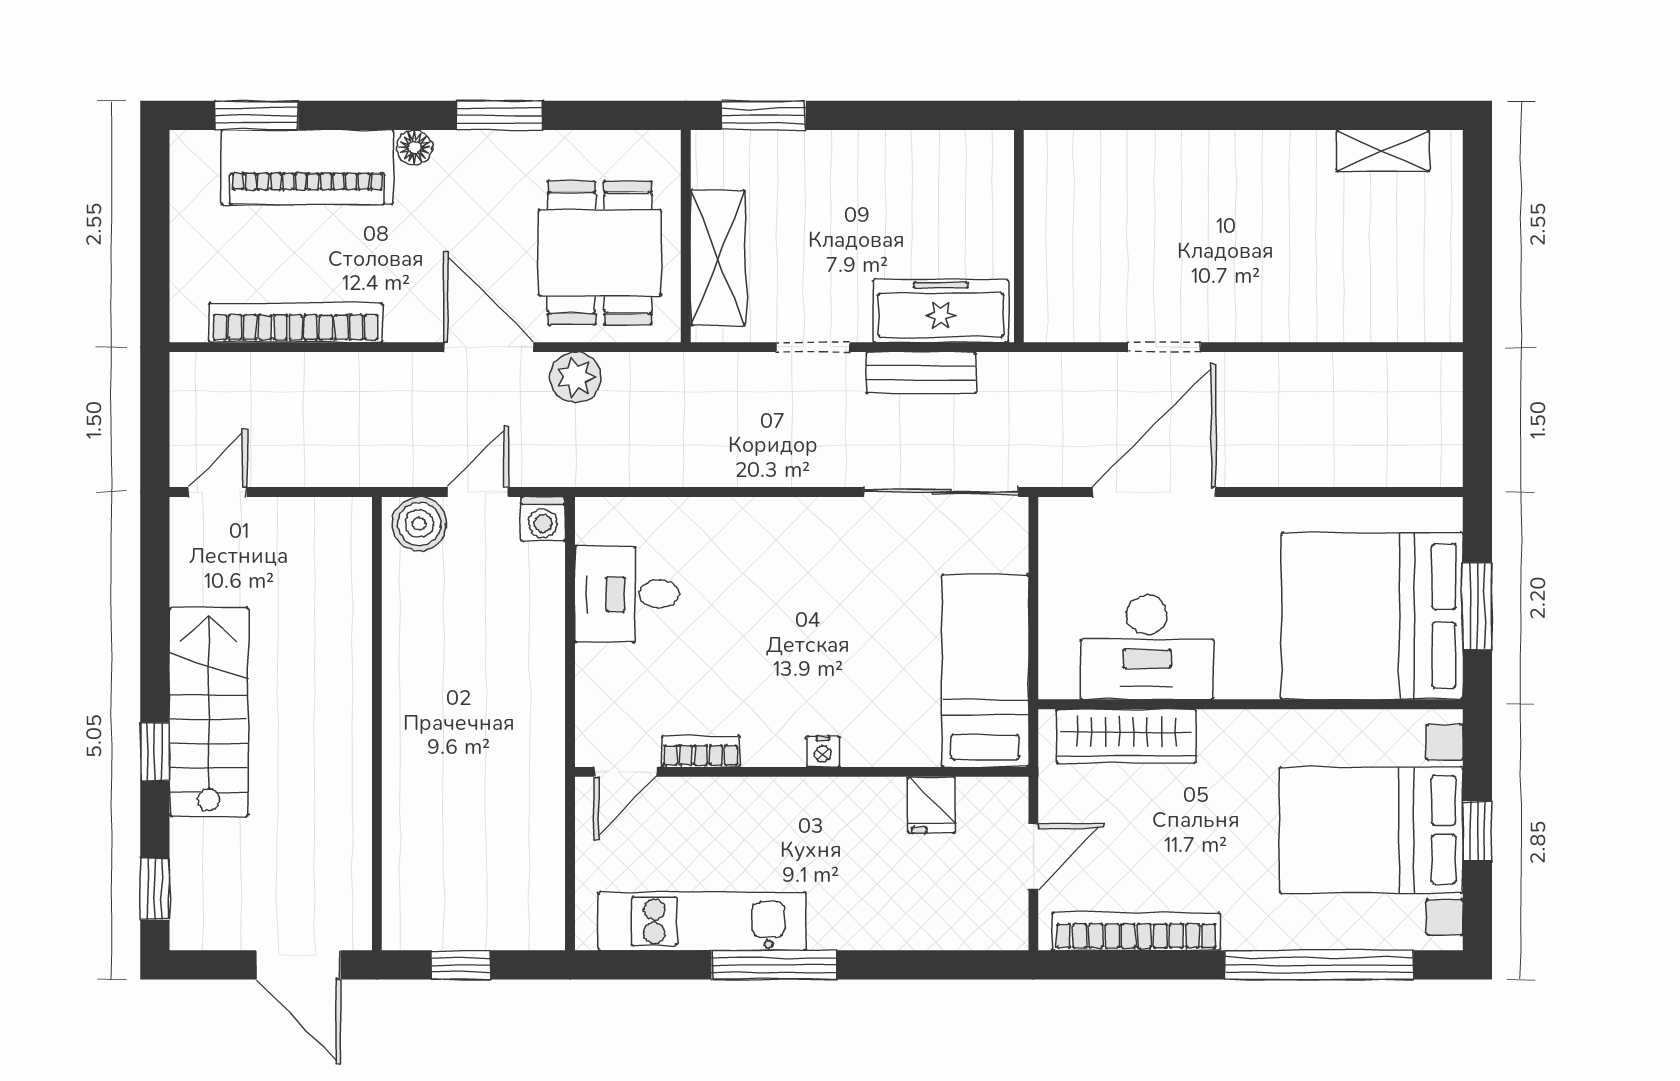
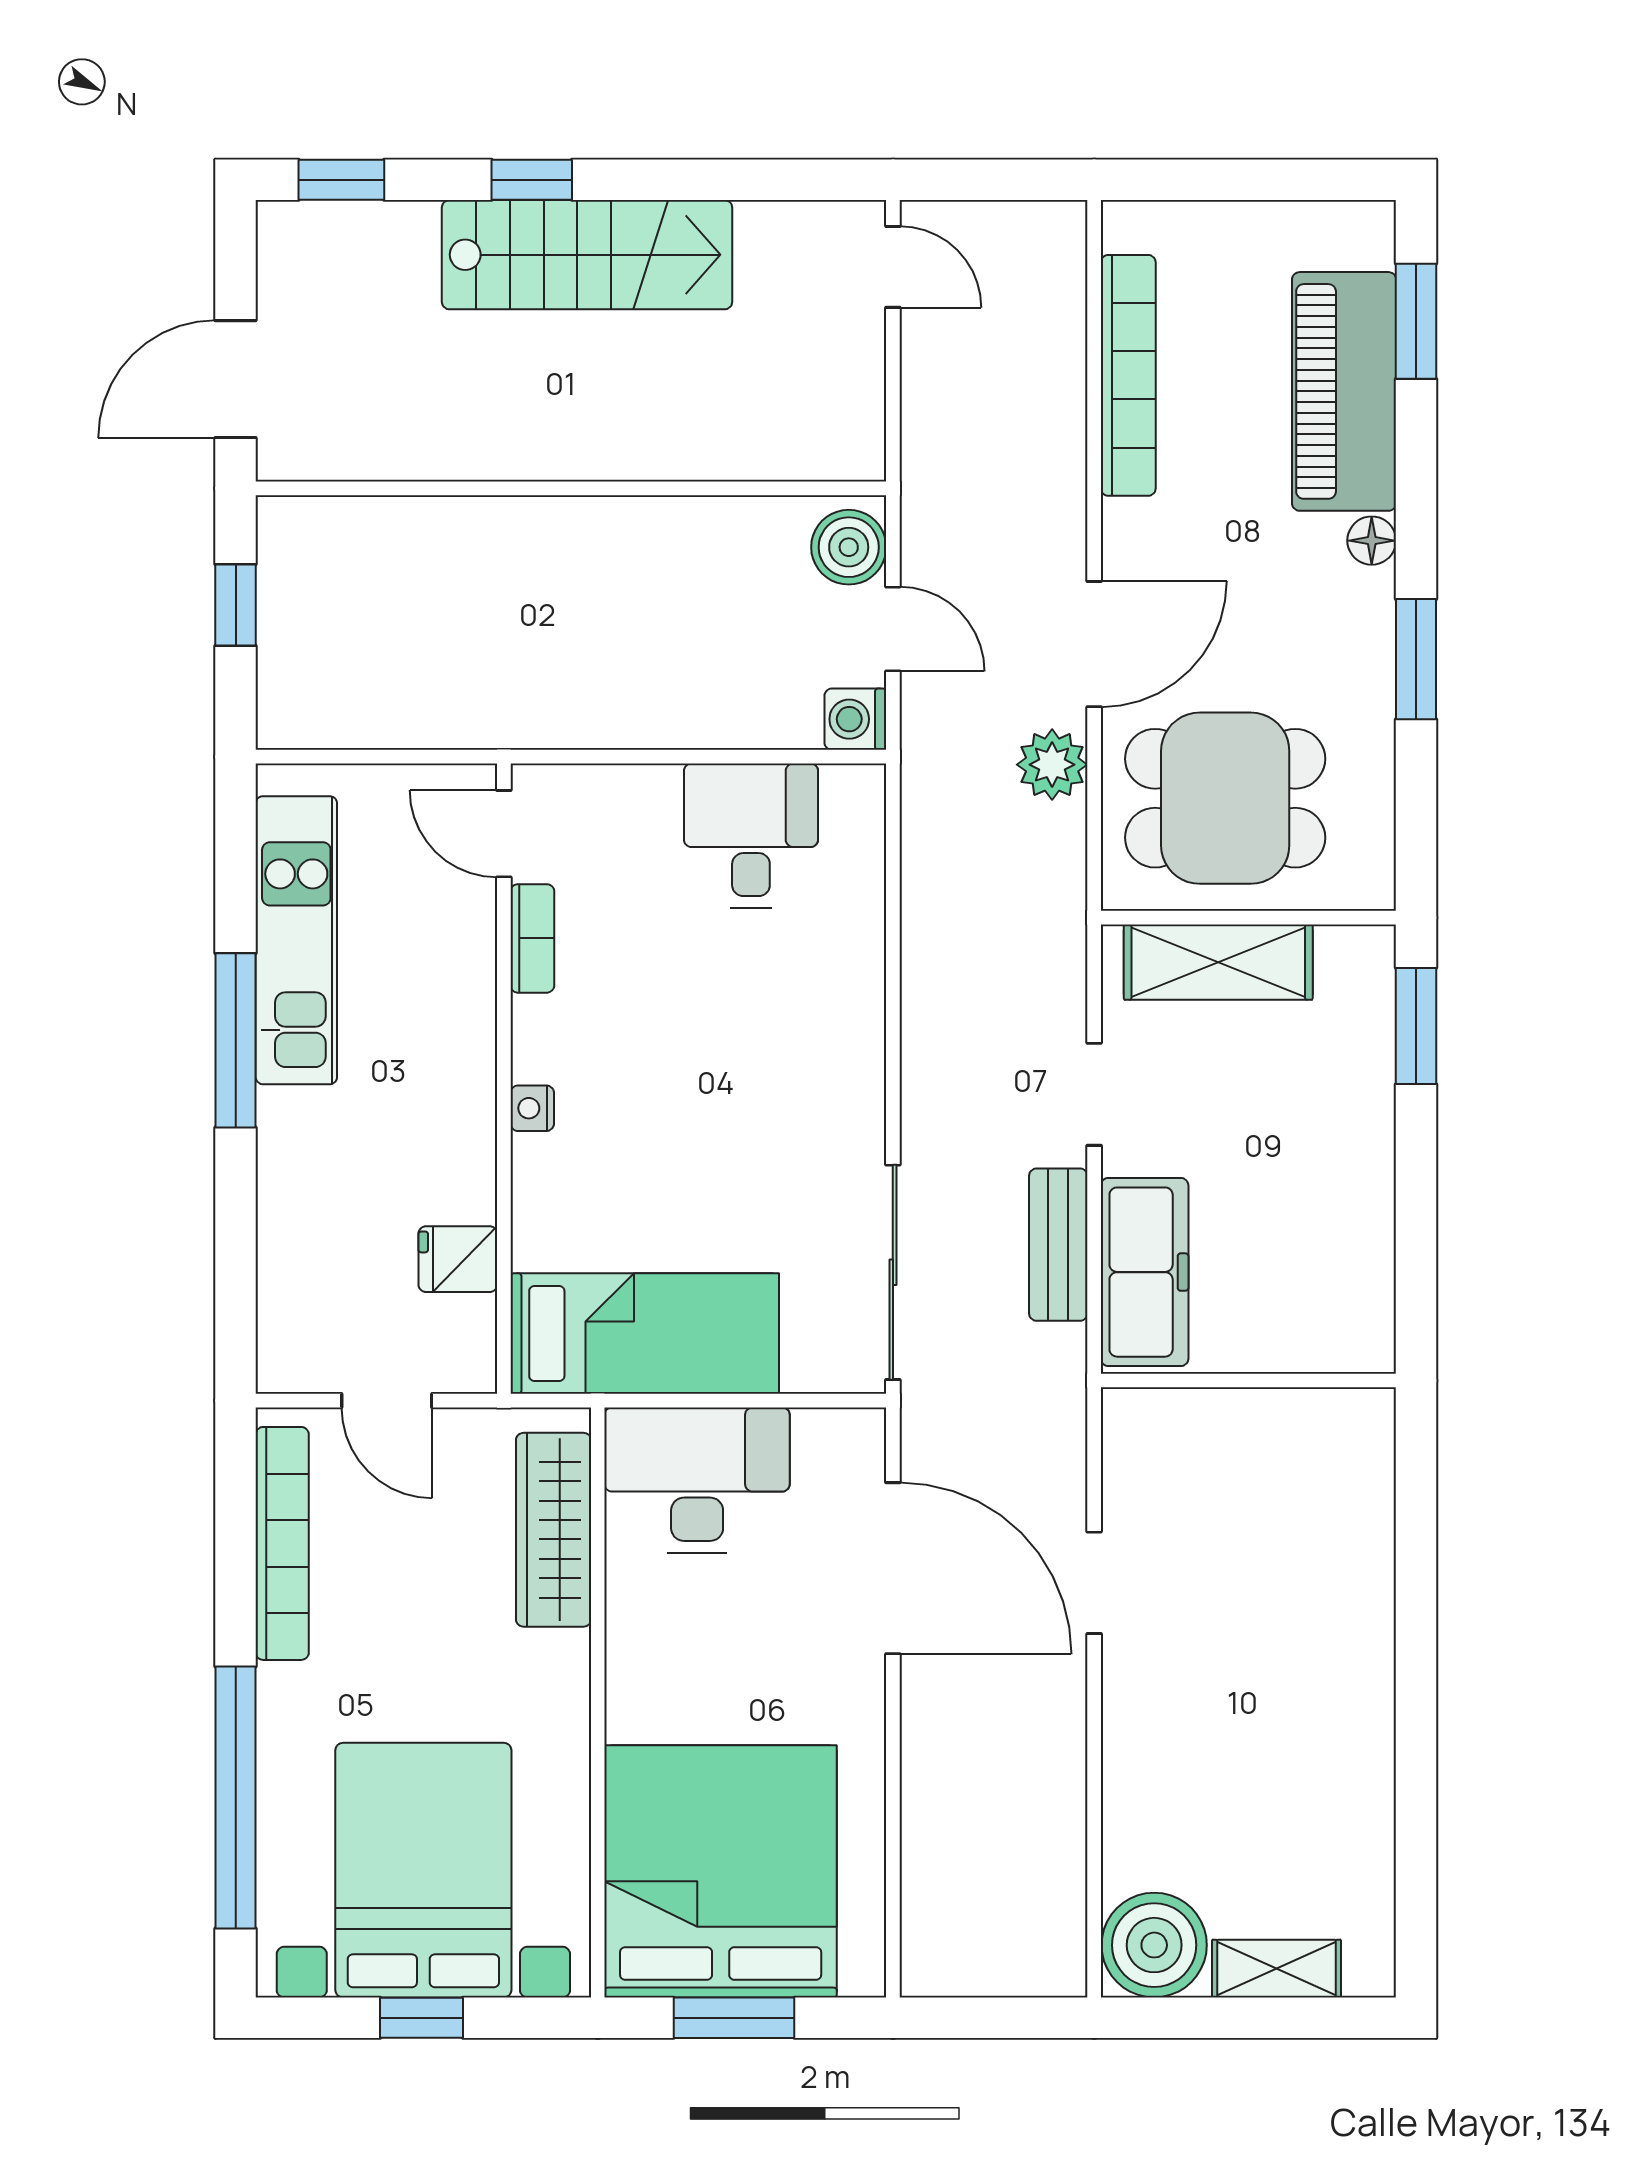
shelving: (1383, 151) -> (1277, 1969), moved, turned 90
boiler: (1425, 304) -> (1154, 1945), added
desk: (1147, 647) -> (697, 1480), moved, turned 90

